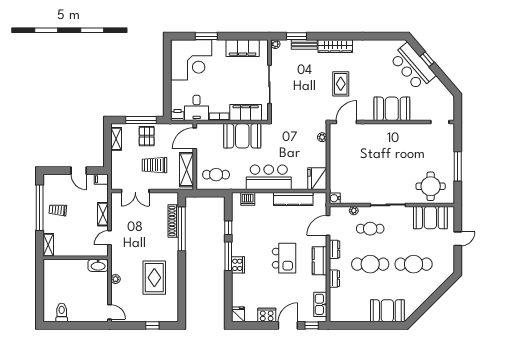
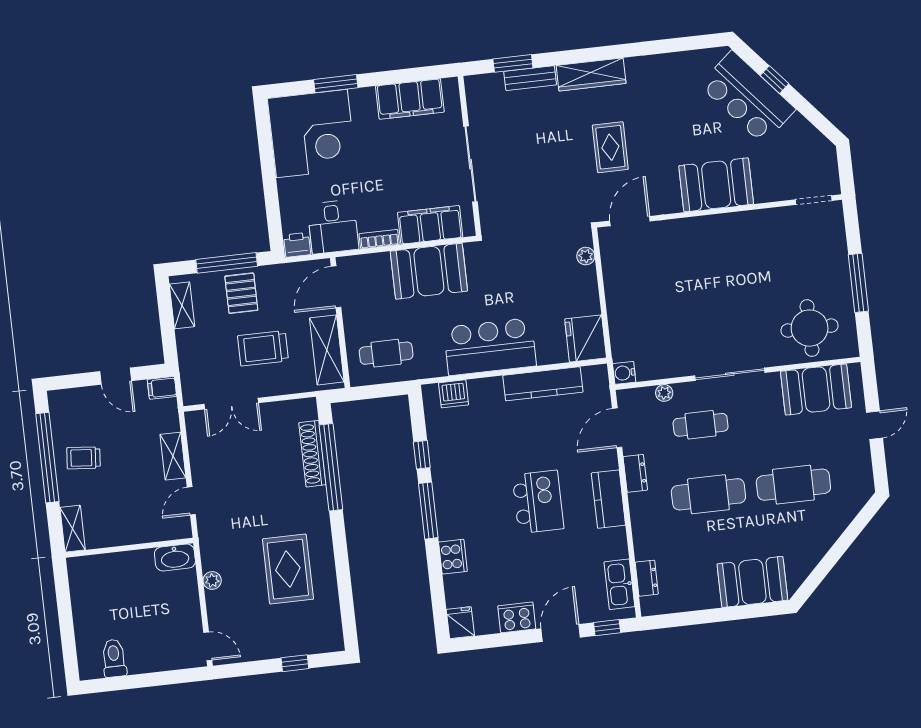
plant: (275, 44) -> (473, 84), removed
cooker: (238, 265) -> (453, 557), moved
dresser: (334, 279) -> (647, 578), moved

